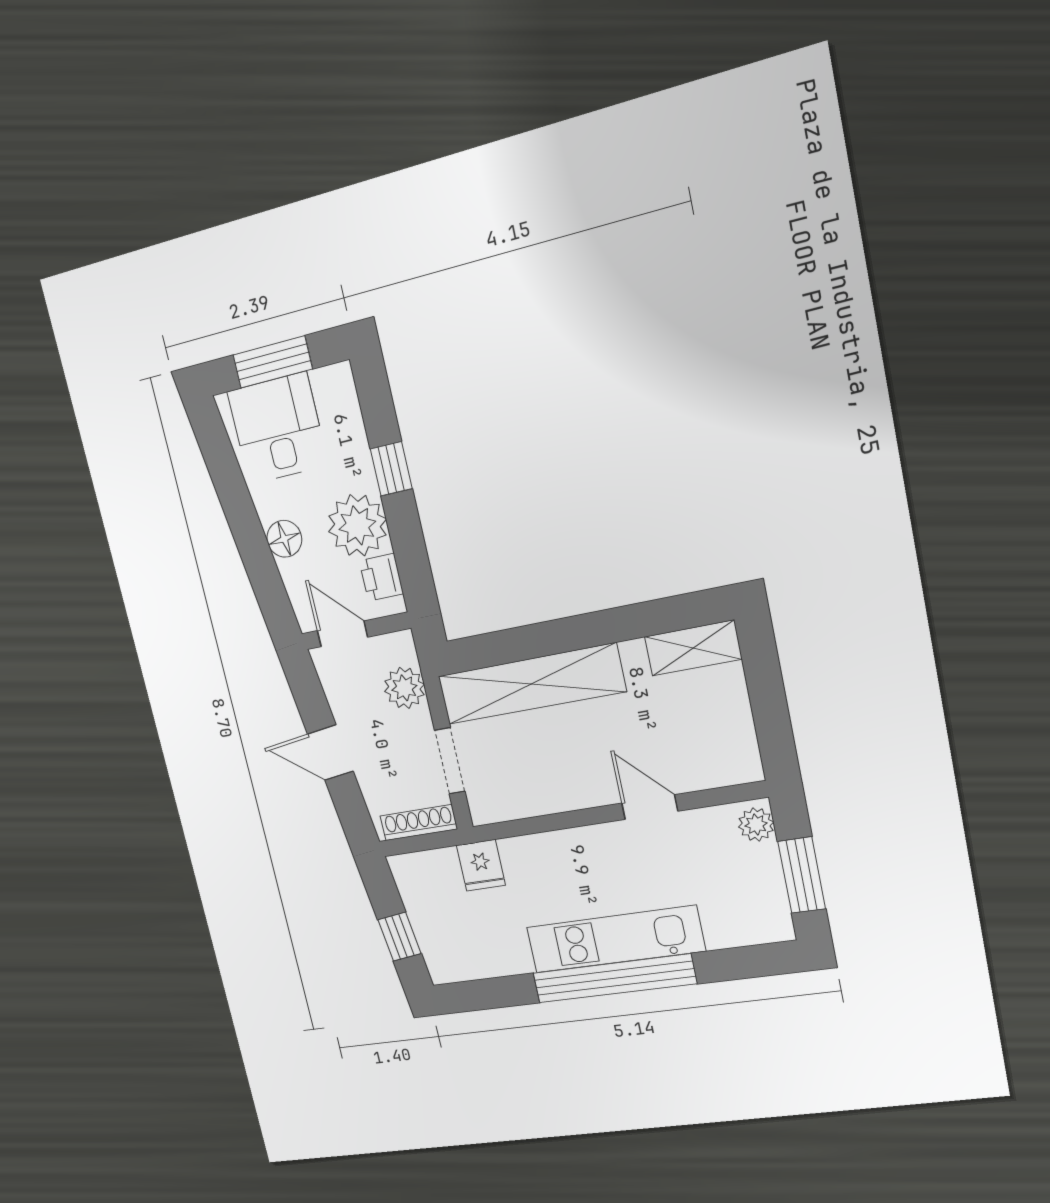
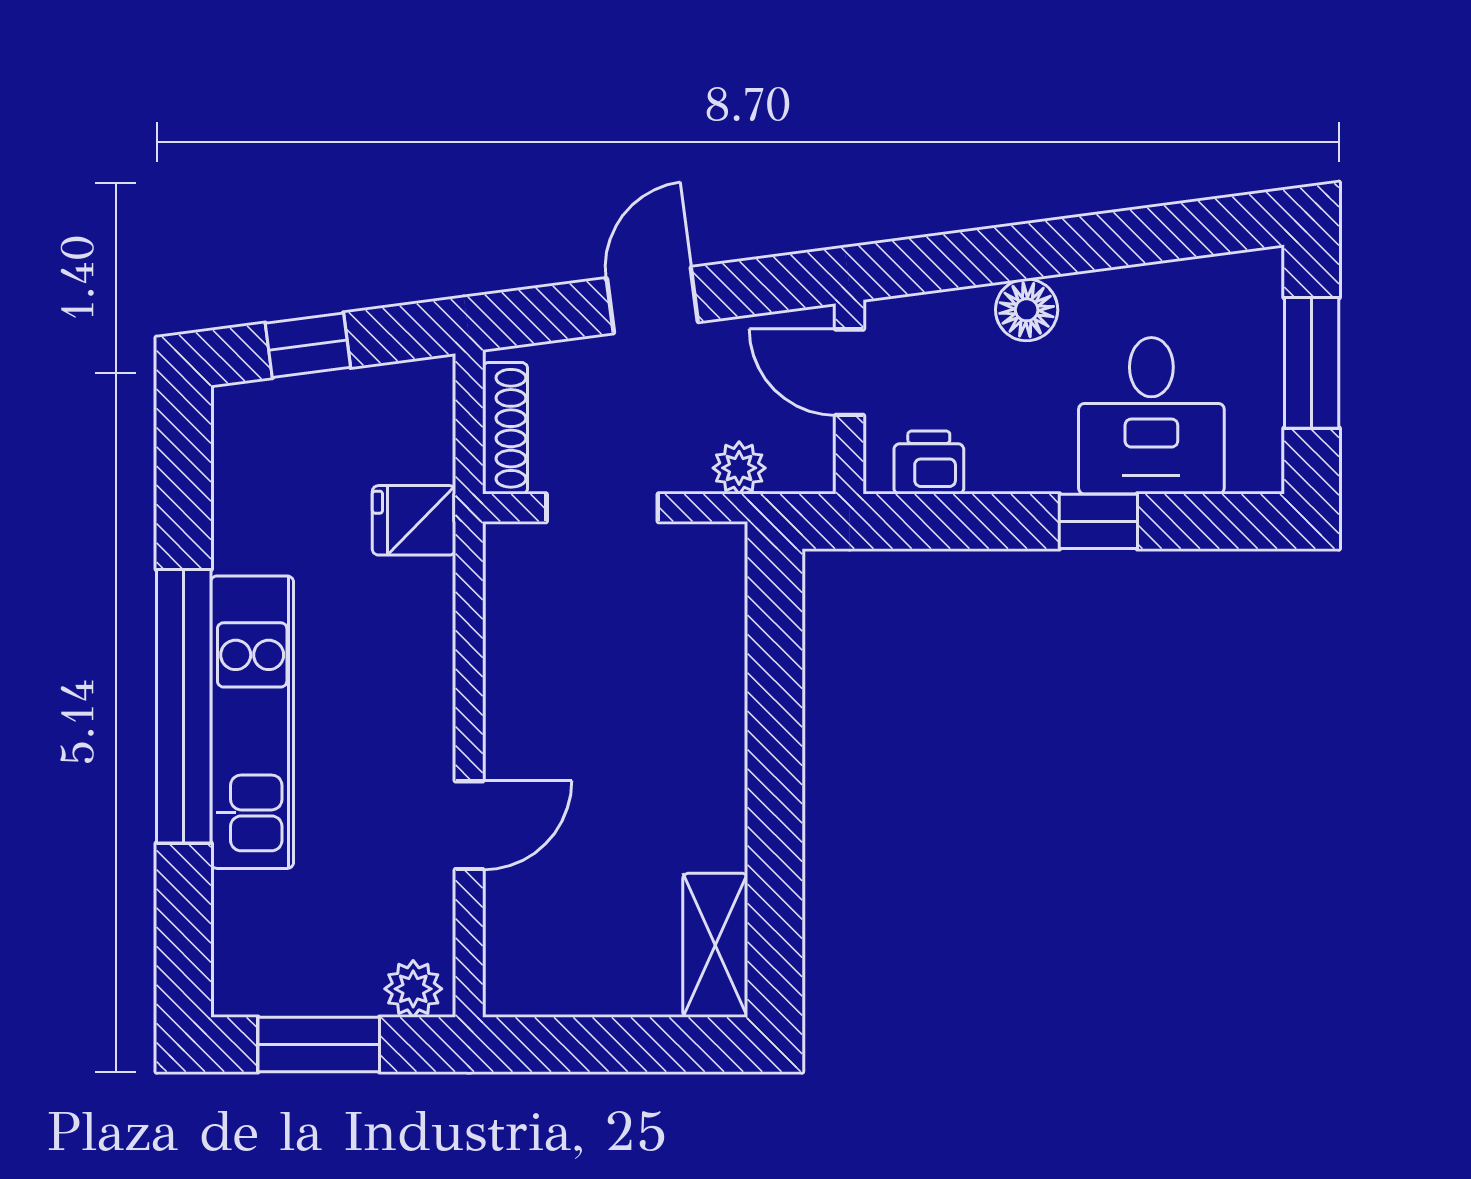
desk: (278, 428) -> (1151, 416), moved, turned 90
plant: (357, 525) -> (1021, 442), removed
door: (342, 634) -> (850, 372), swing flipped
shelving: (531, 684) -> (706, 674), removed
plant: (404, 688) -> (739, 468), width x0.73, depth x0.73

